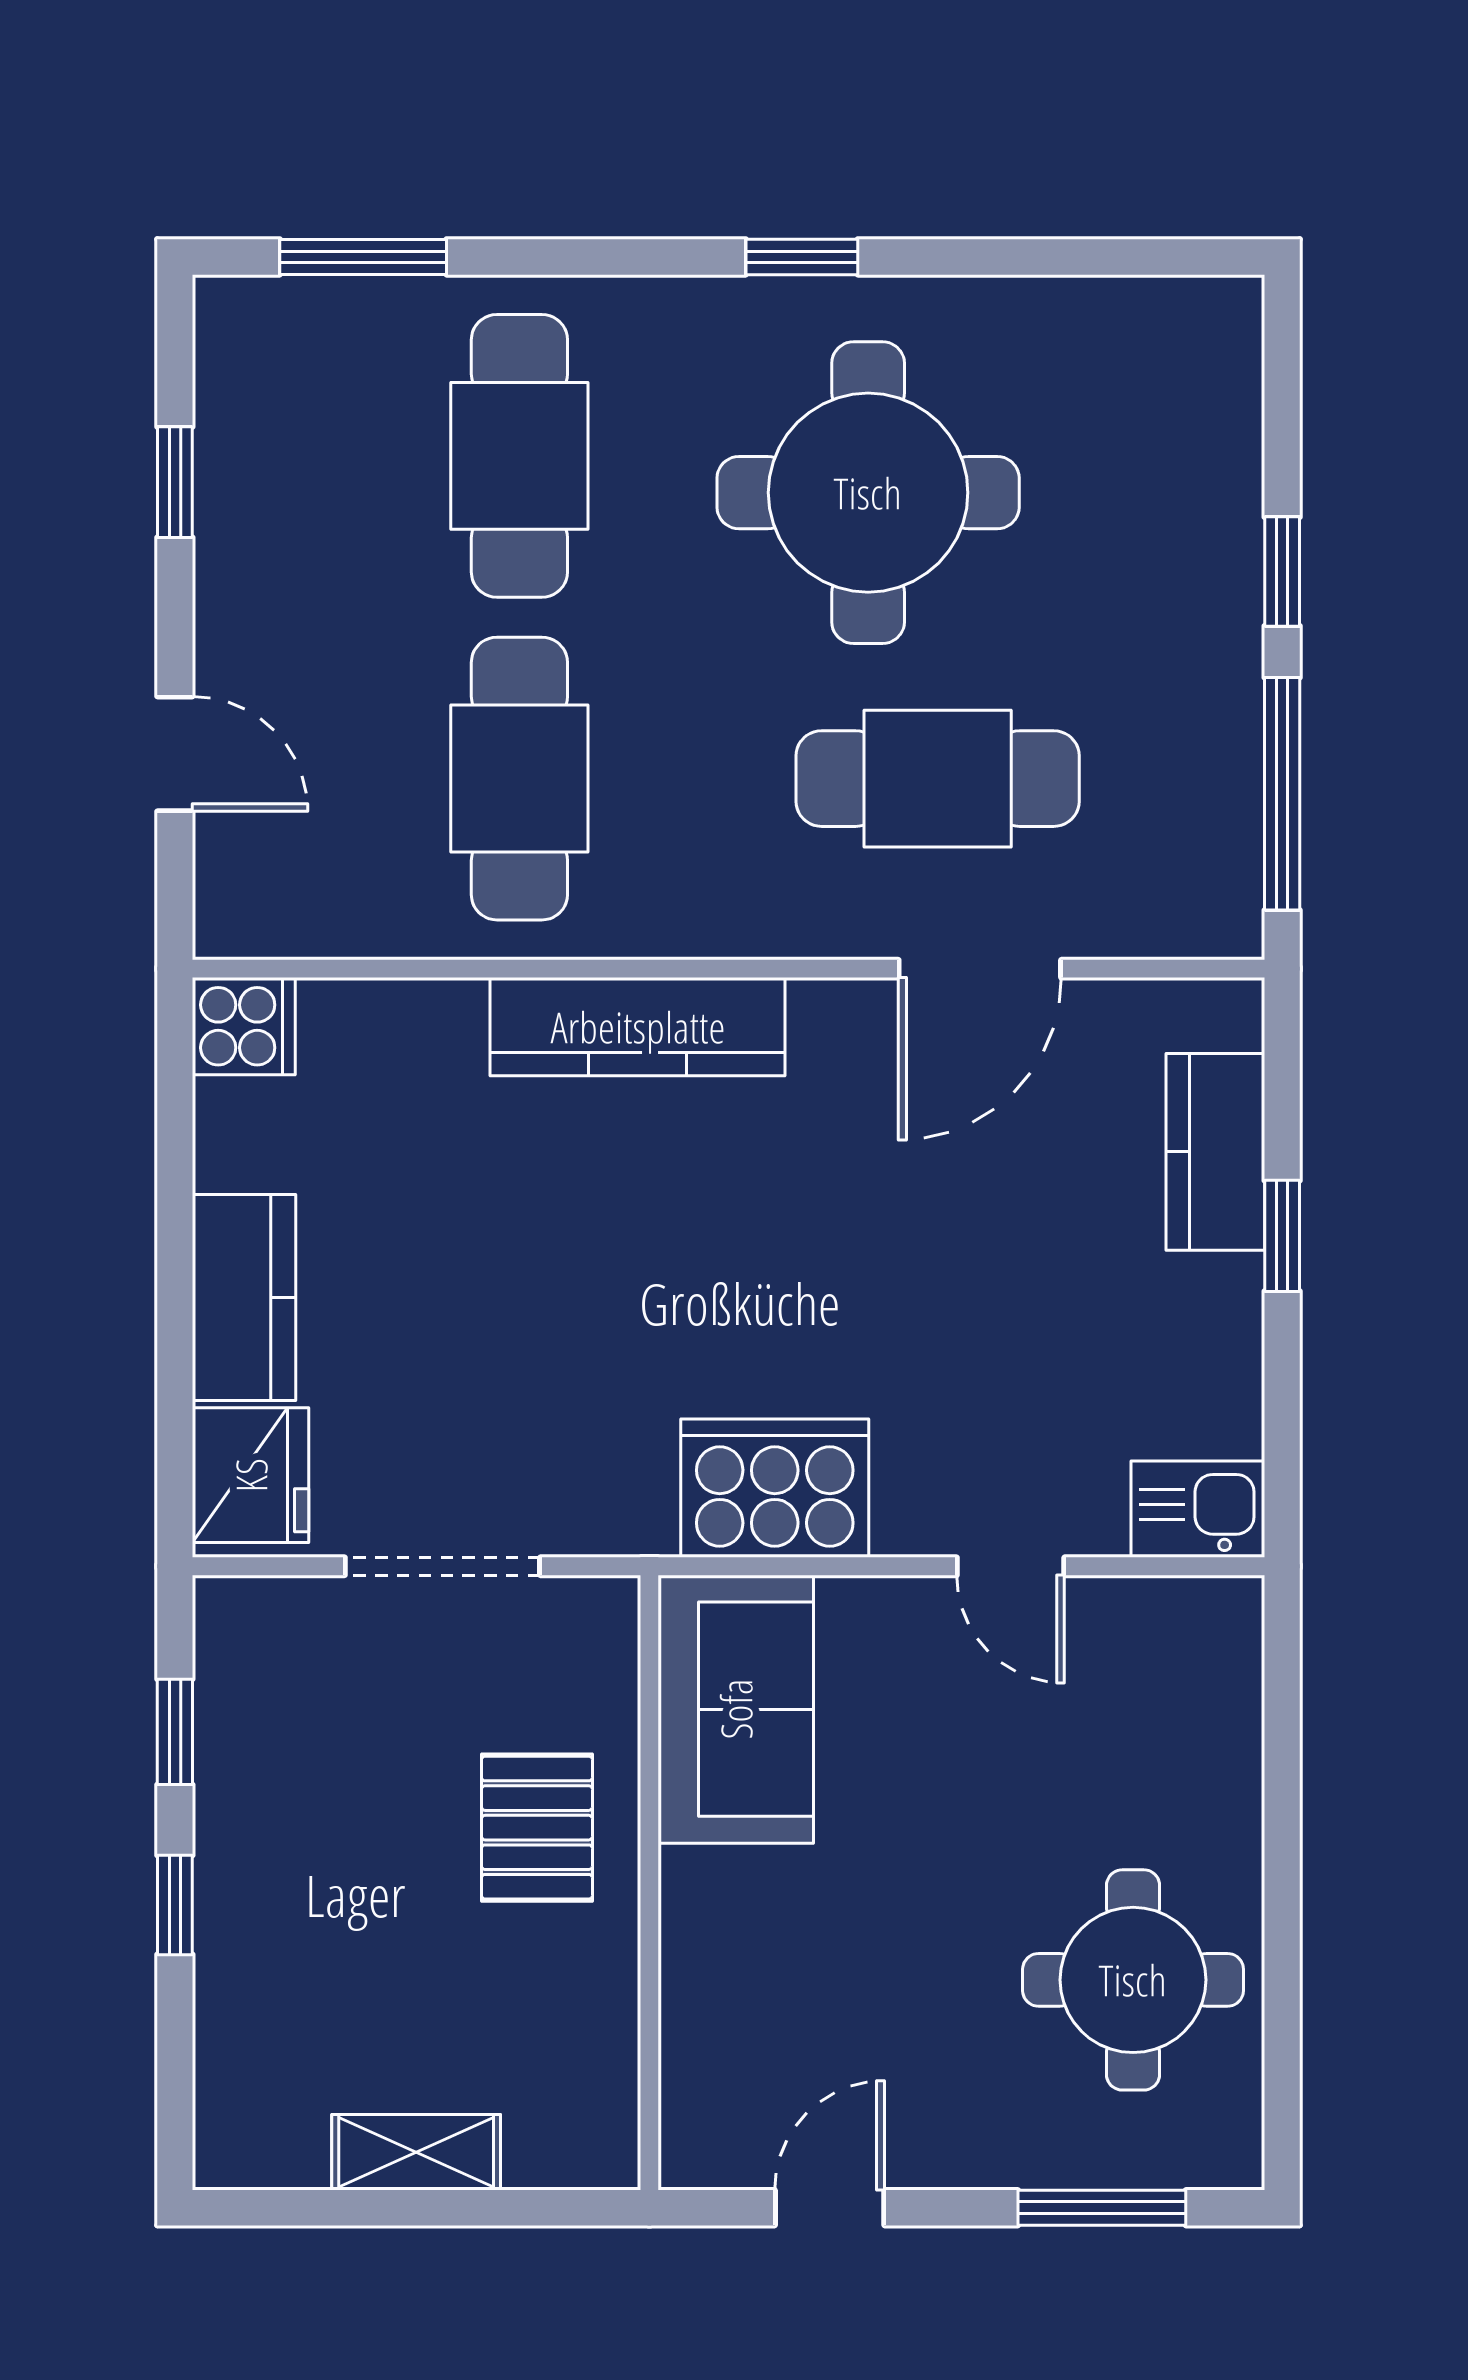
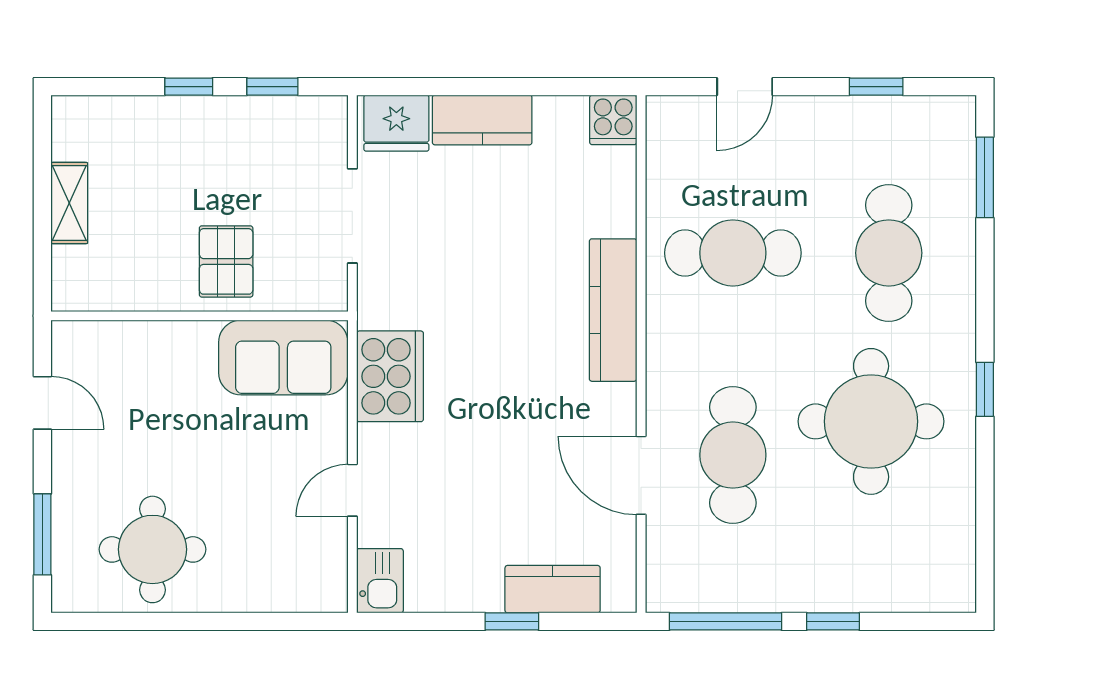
cafe table: (519, 456) -> (889, 253), turned 90
pallet: (537, 1828) -> (226, 261), turned 90

